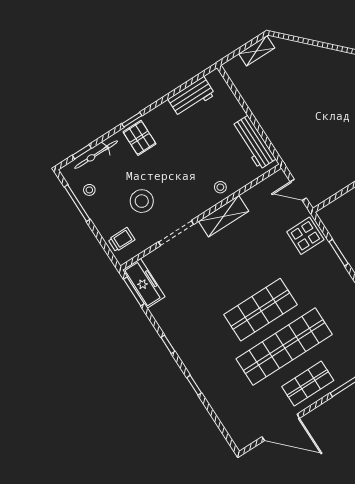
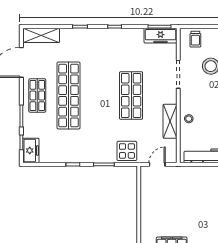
shelving: (224, 216) -> (170, 121), moved
shop shelf: (260, 310) -> (131, 96), moved
shelving: (234, 425) -> (41, 35), added

